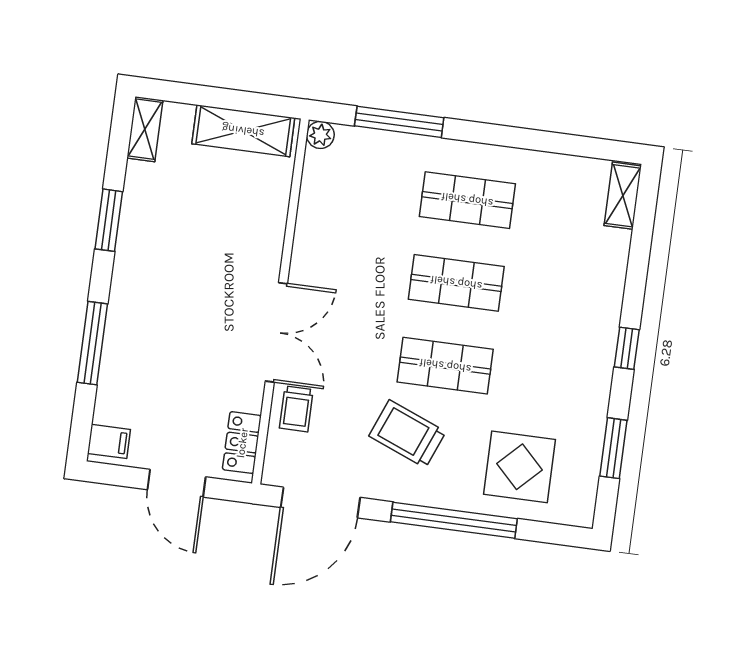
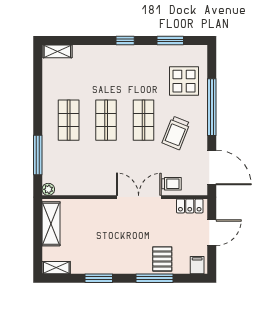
pallet: (133, 366) -> (162, 259), added

